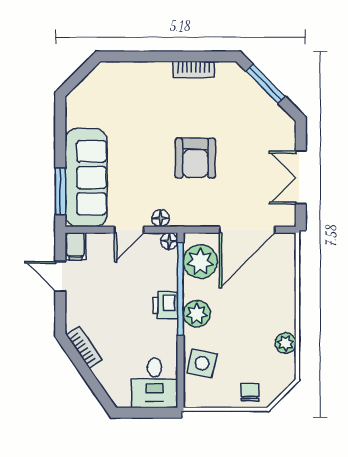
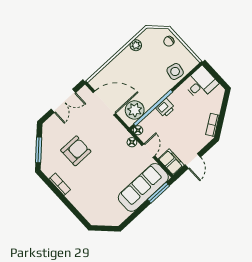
armchair: (195, 158) -> (76, 151), moved
door: (129, 230) -> (148, 151), hinge flipped
filing cabinet: (75, 246) -> (171, 162), width x2.00
plant: (197, 314) -> (157, 92), removed

